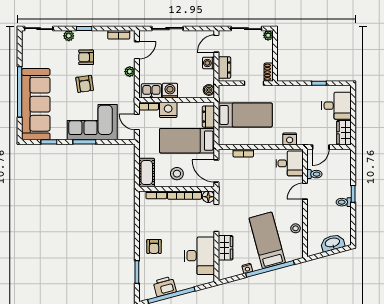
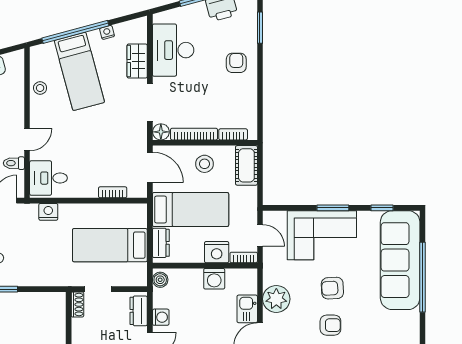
plant: (130, 72) -> (276, 299), width x1.88, depth x1.88
armchair: (85, 84) -> (332, 288), turned -85
kitchen sink: (151, 91) -> (247, 309), moved, turned 90

